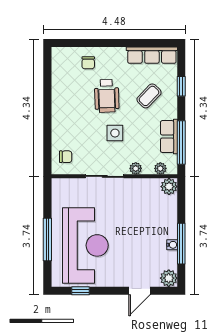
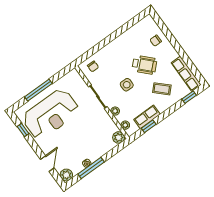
window: (181, 86) -> (189, 97), moved
wheelchair: (107, 96) -> (144, 65), turned -132
window: (181, 142) -> (149, 126), width x0.46
door: (140, 291) -> (47, 164), swing flipped

